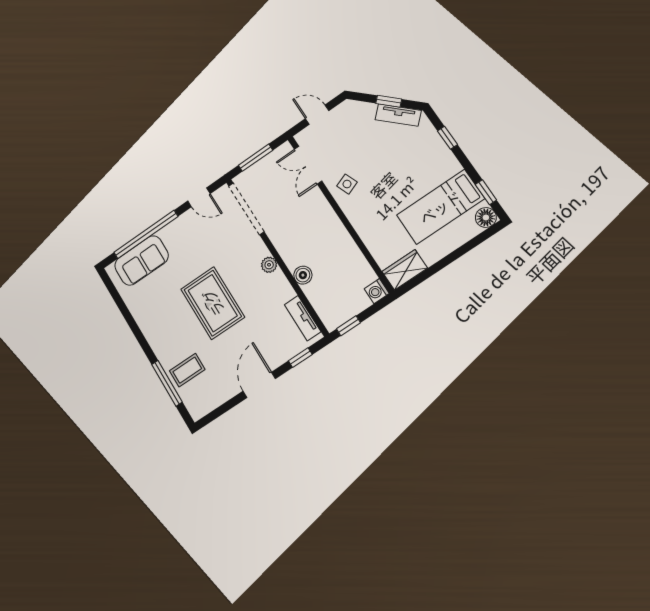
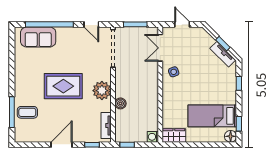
plant: (269, 265) -> (102, 91), width x1.88, depth x1.88
rug: (213, 303) -> (63, 86), turned 90

